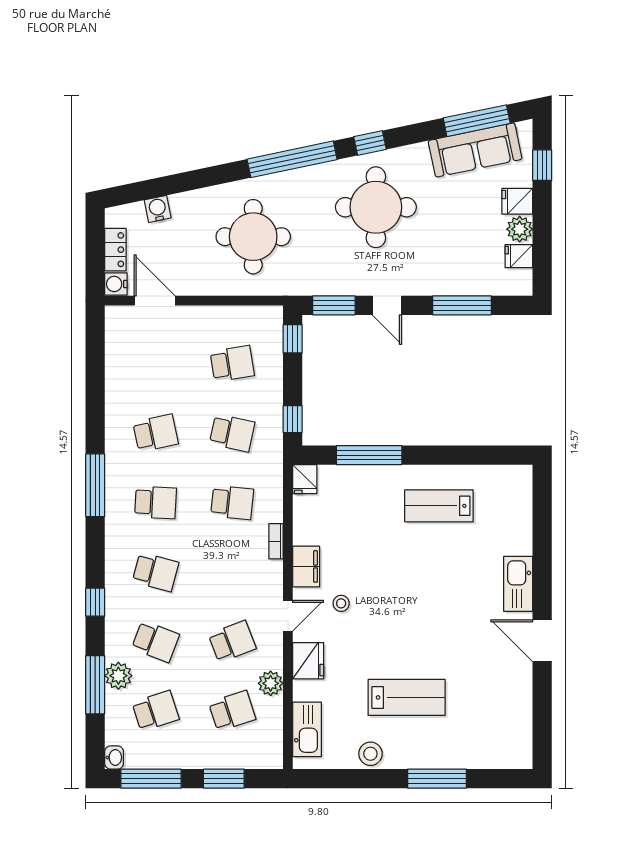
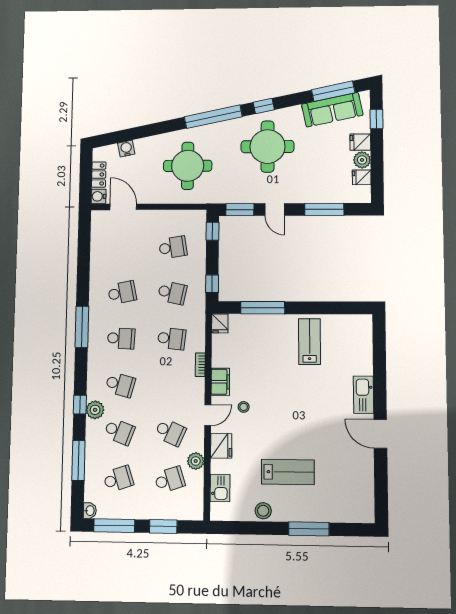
lab bench: (439, 506) -> (309, 342), turned 90
school desk: (232, 641) -> (170, 432), turned 45
plant: (118, 676) -> (95, 410), moved
kitchen sink: (307, 729) -> (220, 488), width x0.73

